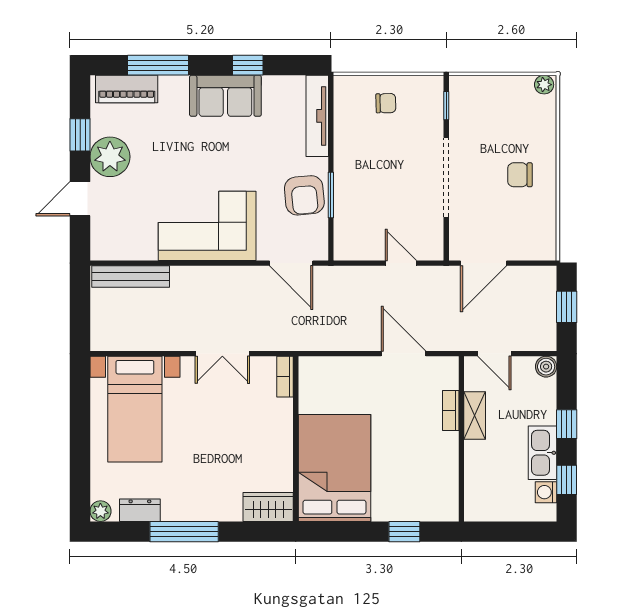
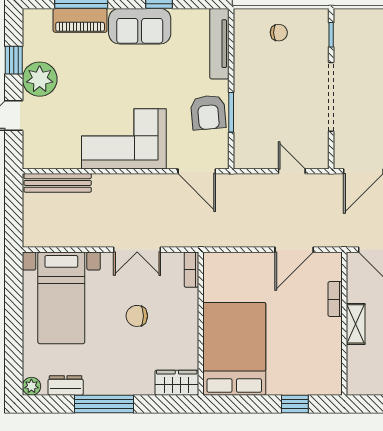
piano: (127, 89) -> (80, 20), moved
door: (404, 354) -> (294, 250), swing flipped
shelving: (475, 416) -> (356, 324), moved
chair: (222, 430) -> (137, 316), added

